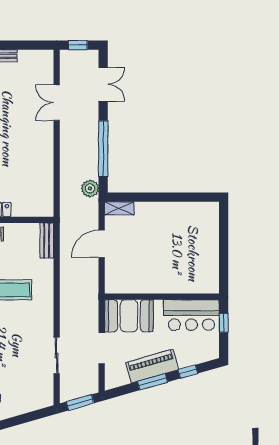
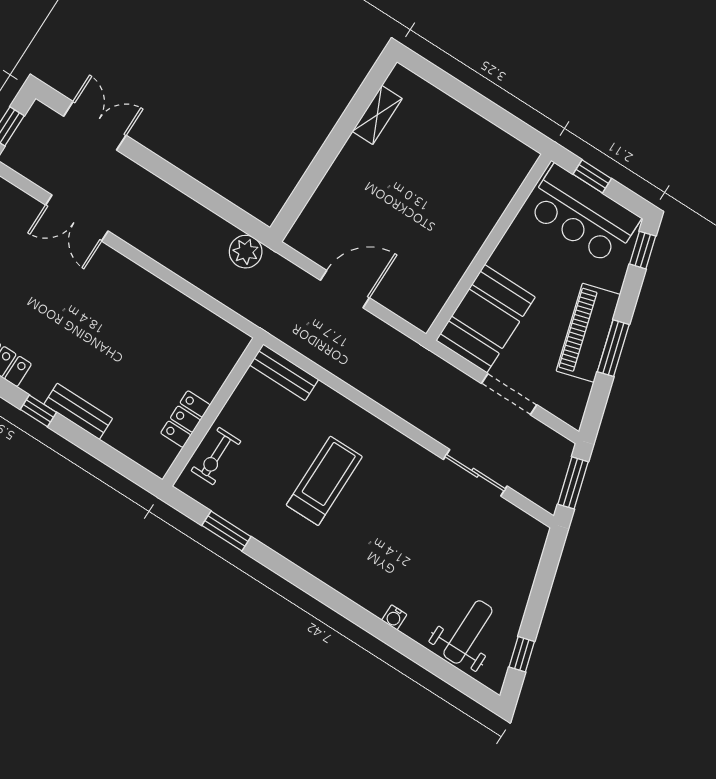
window: (103, 149) -> (196, 191), removed
shelving: (119, 208) -> (377, 115), moved
door: (102, 244) -> (345, 289), swing flipped
bar counter: (191, 315) -> (583, 215), moved, turned 90
window: (188, 372) -> (643, 250), moved

